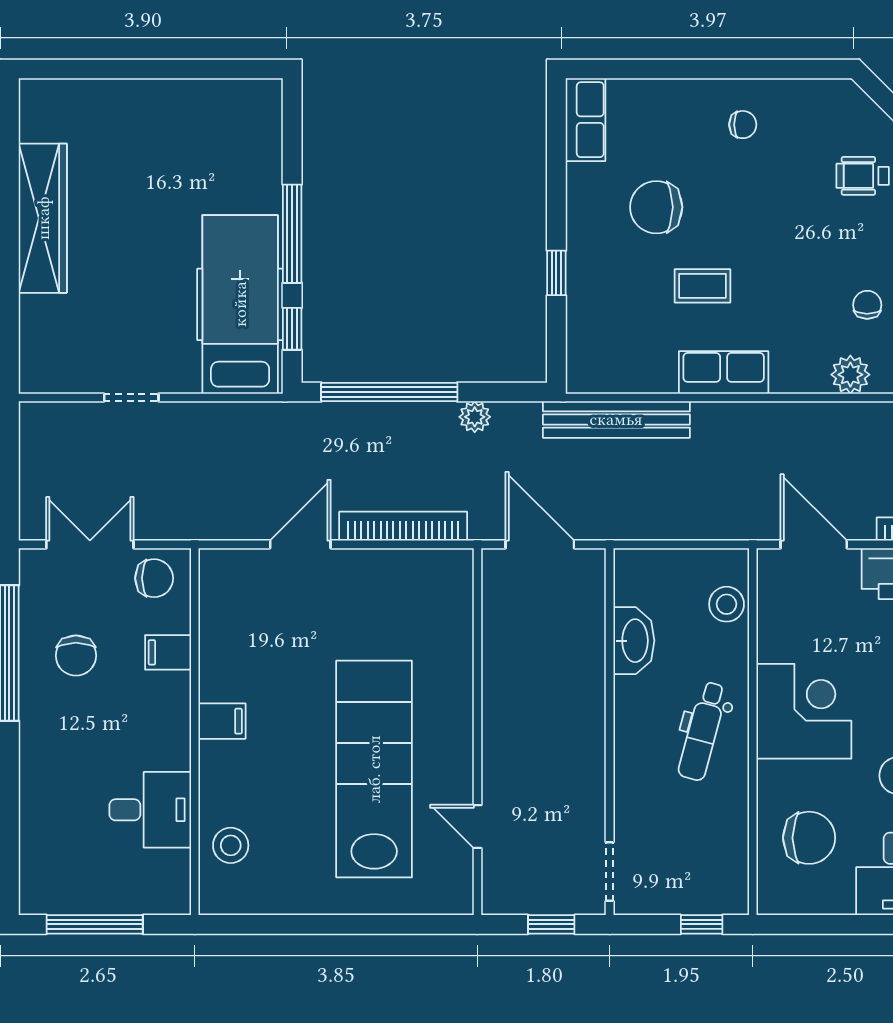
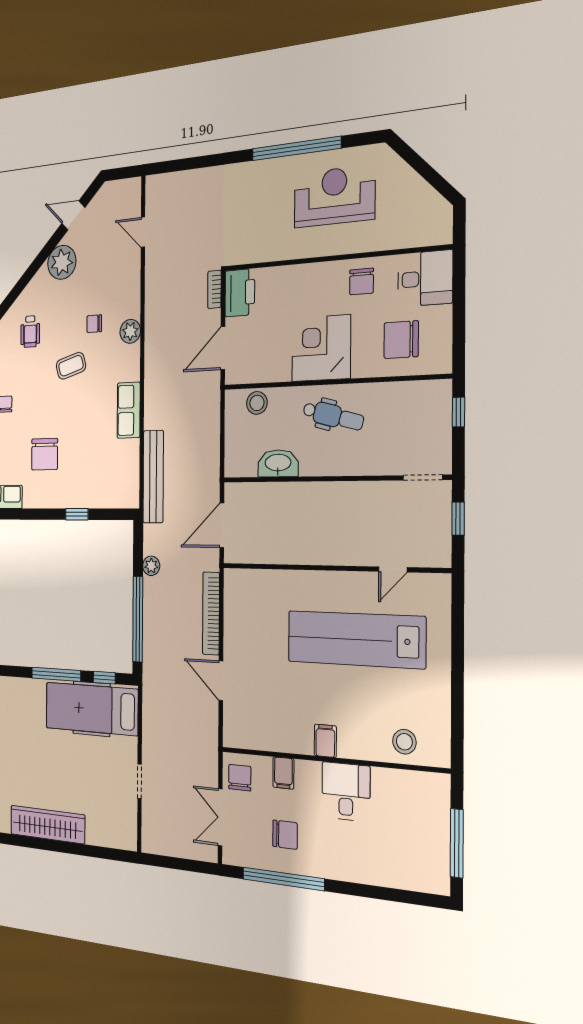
coffee table: (702, 286) -> (71, 366), moved, turned 74
desk: (150, 810) -> (346, 792), moved
chair: (809, 838) -> (401, 340), turned -90

